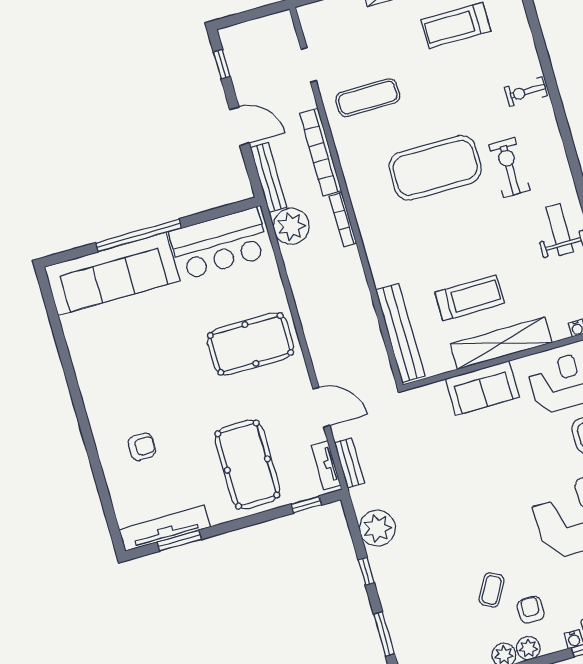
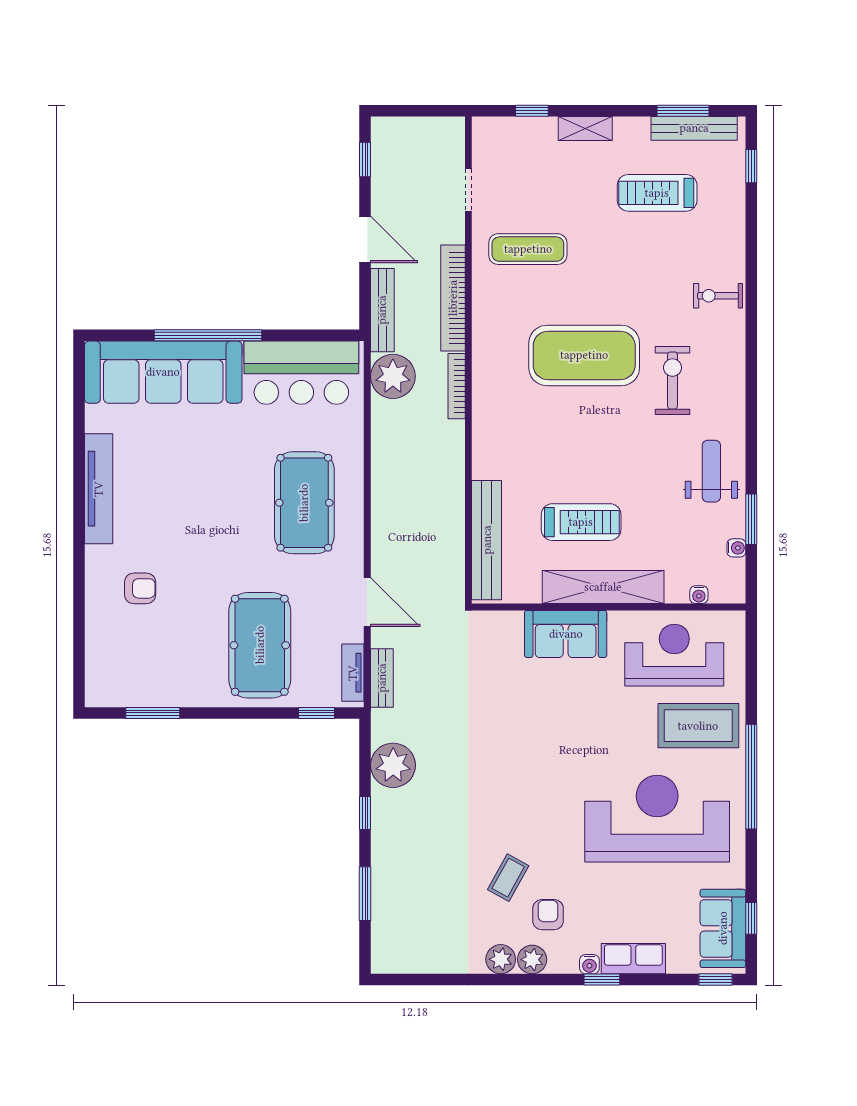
pool table: (250, 344) -> (304, 503), turned 90
tv unit: (165, 528) -> (99, 489), moved, turned 90

